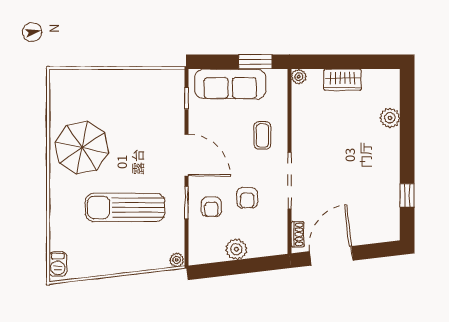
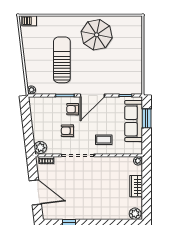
window: (255, 62) -> (147, 118), moved
plant: (390, 118) -> (135, 214), moved
armchair: (211, 207) -> (73, 109), moved
plant: (236, 249) -> (40, 147), moved
door: (331, 256) -> (35, 192), moved

